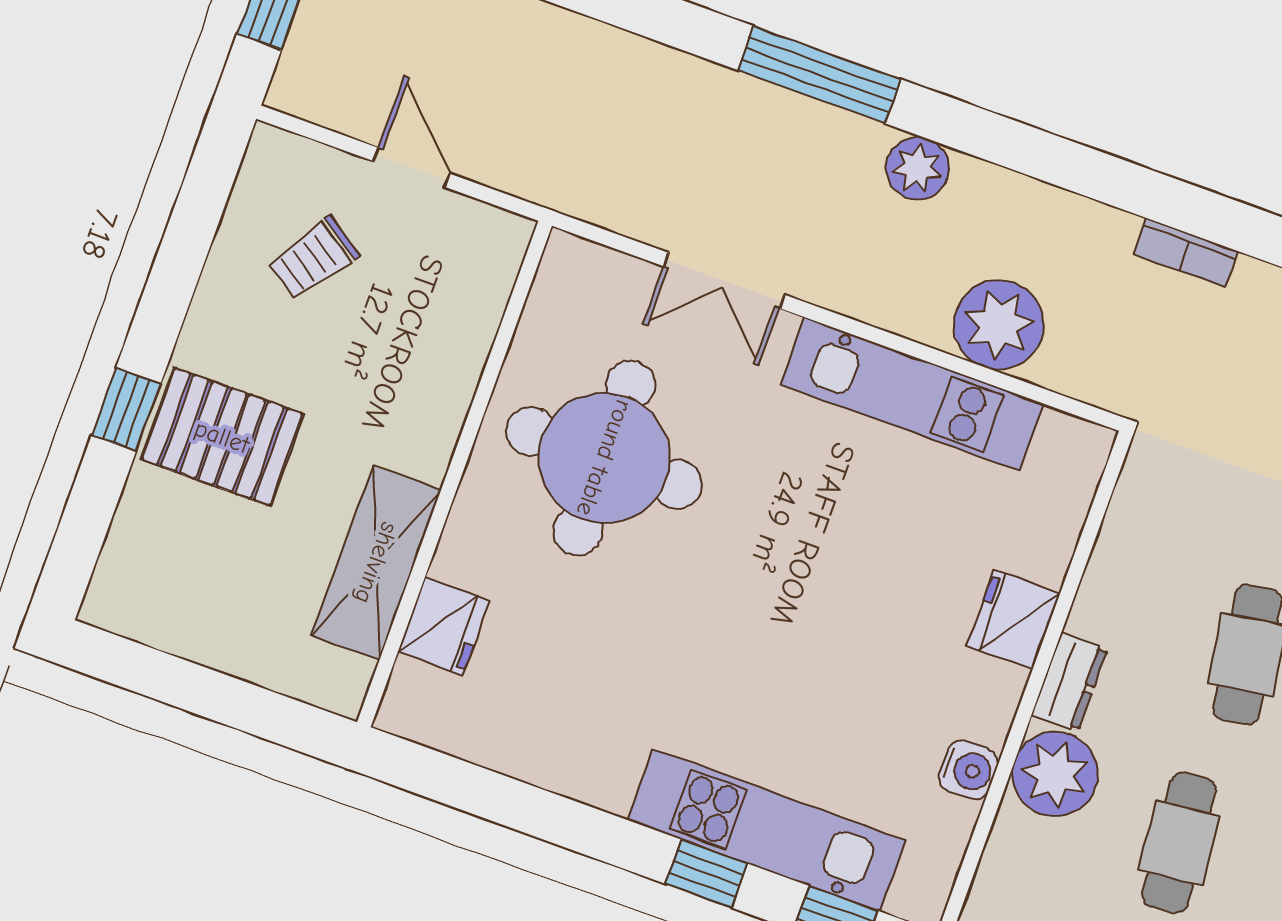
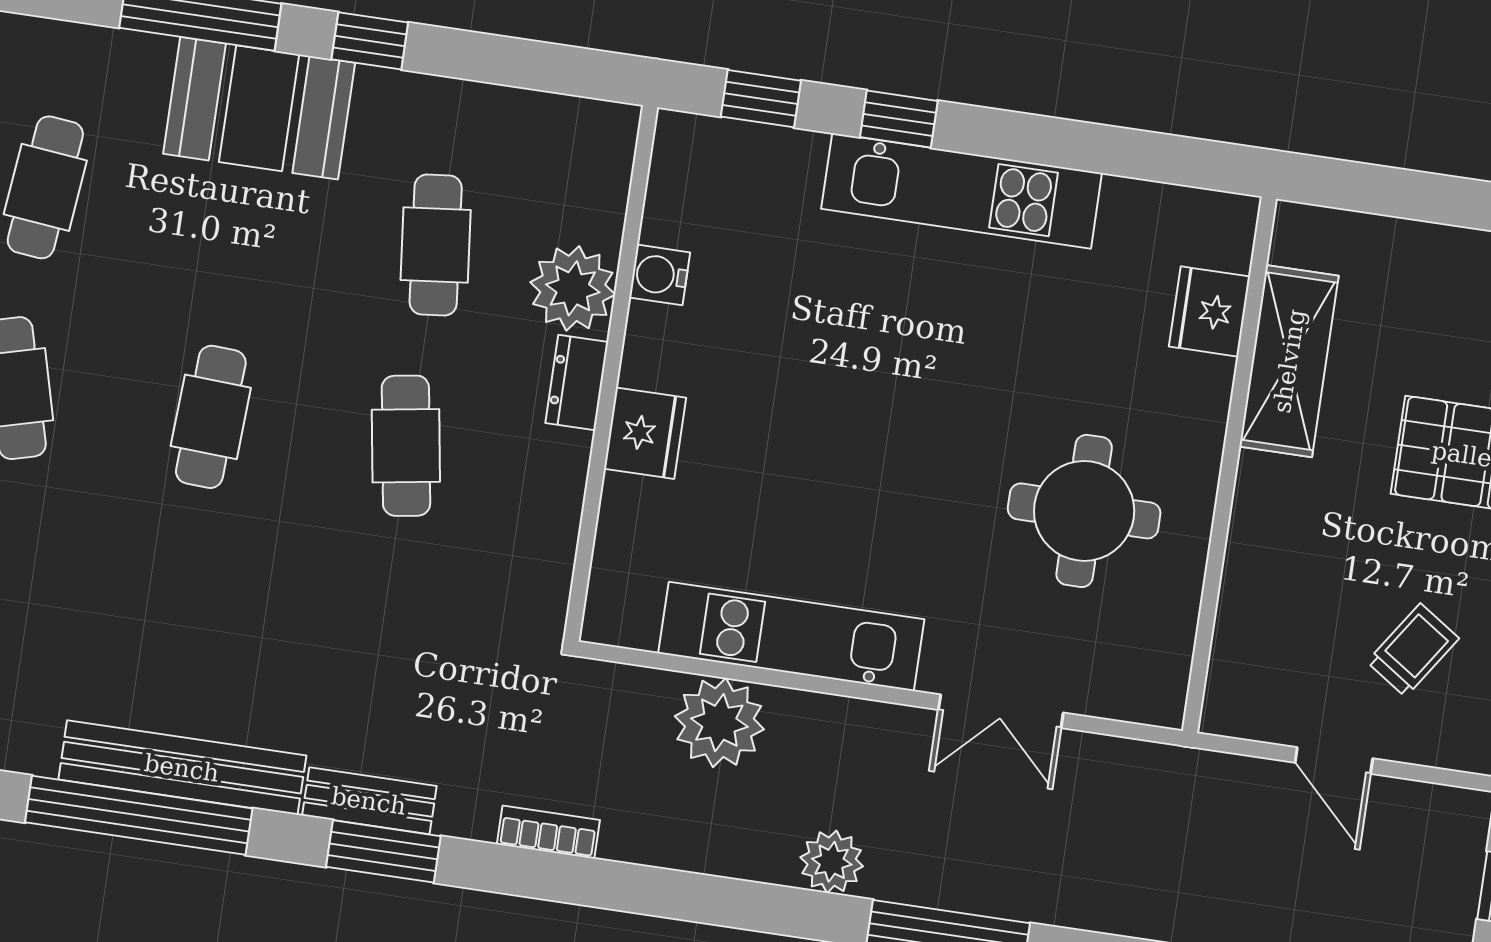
double door: (724, 281) -> (1001, 711), swing flipped
round table: (604, 458) -> (1084, 511), width x0.73, depth x0.73
kitchen unit: (766, 830) -> (962, 191), moved

